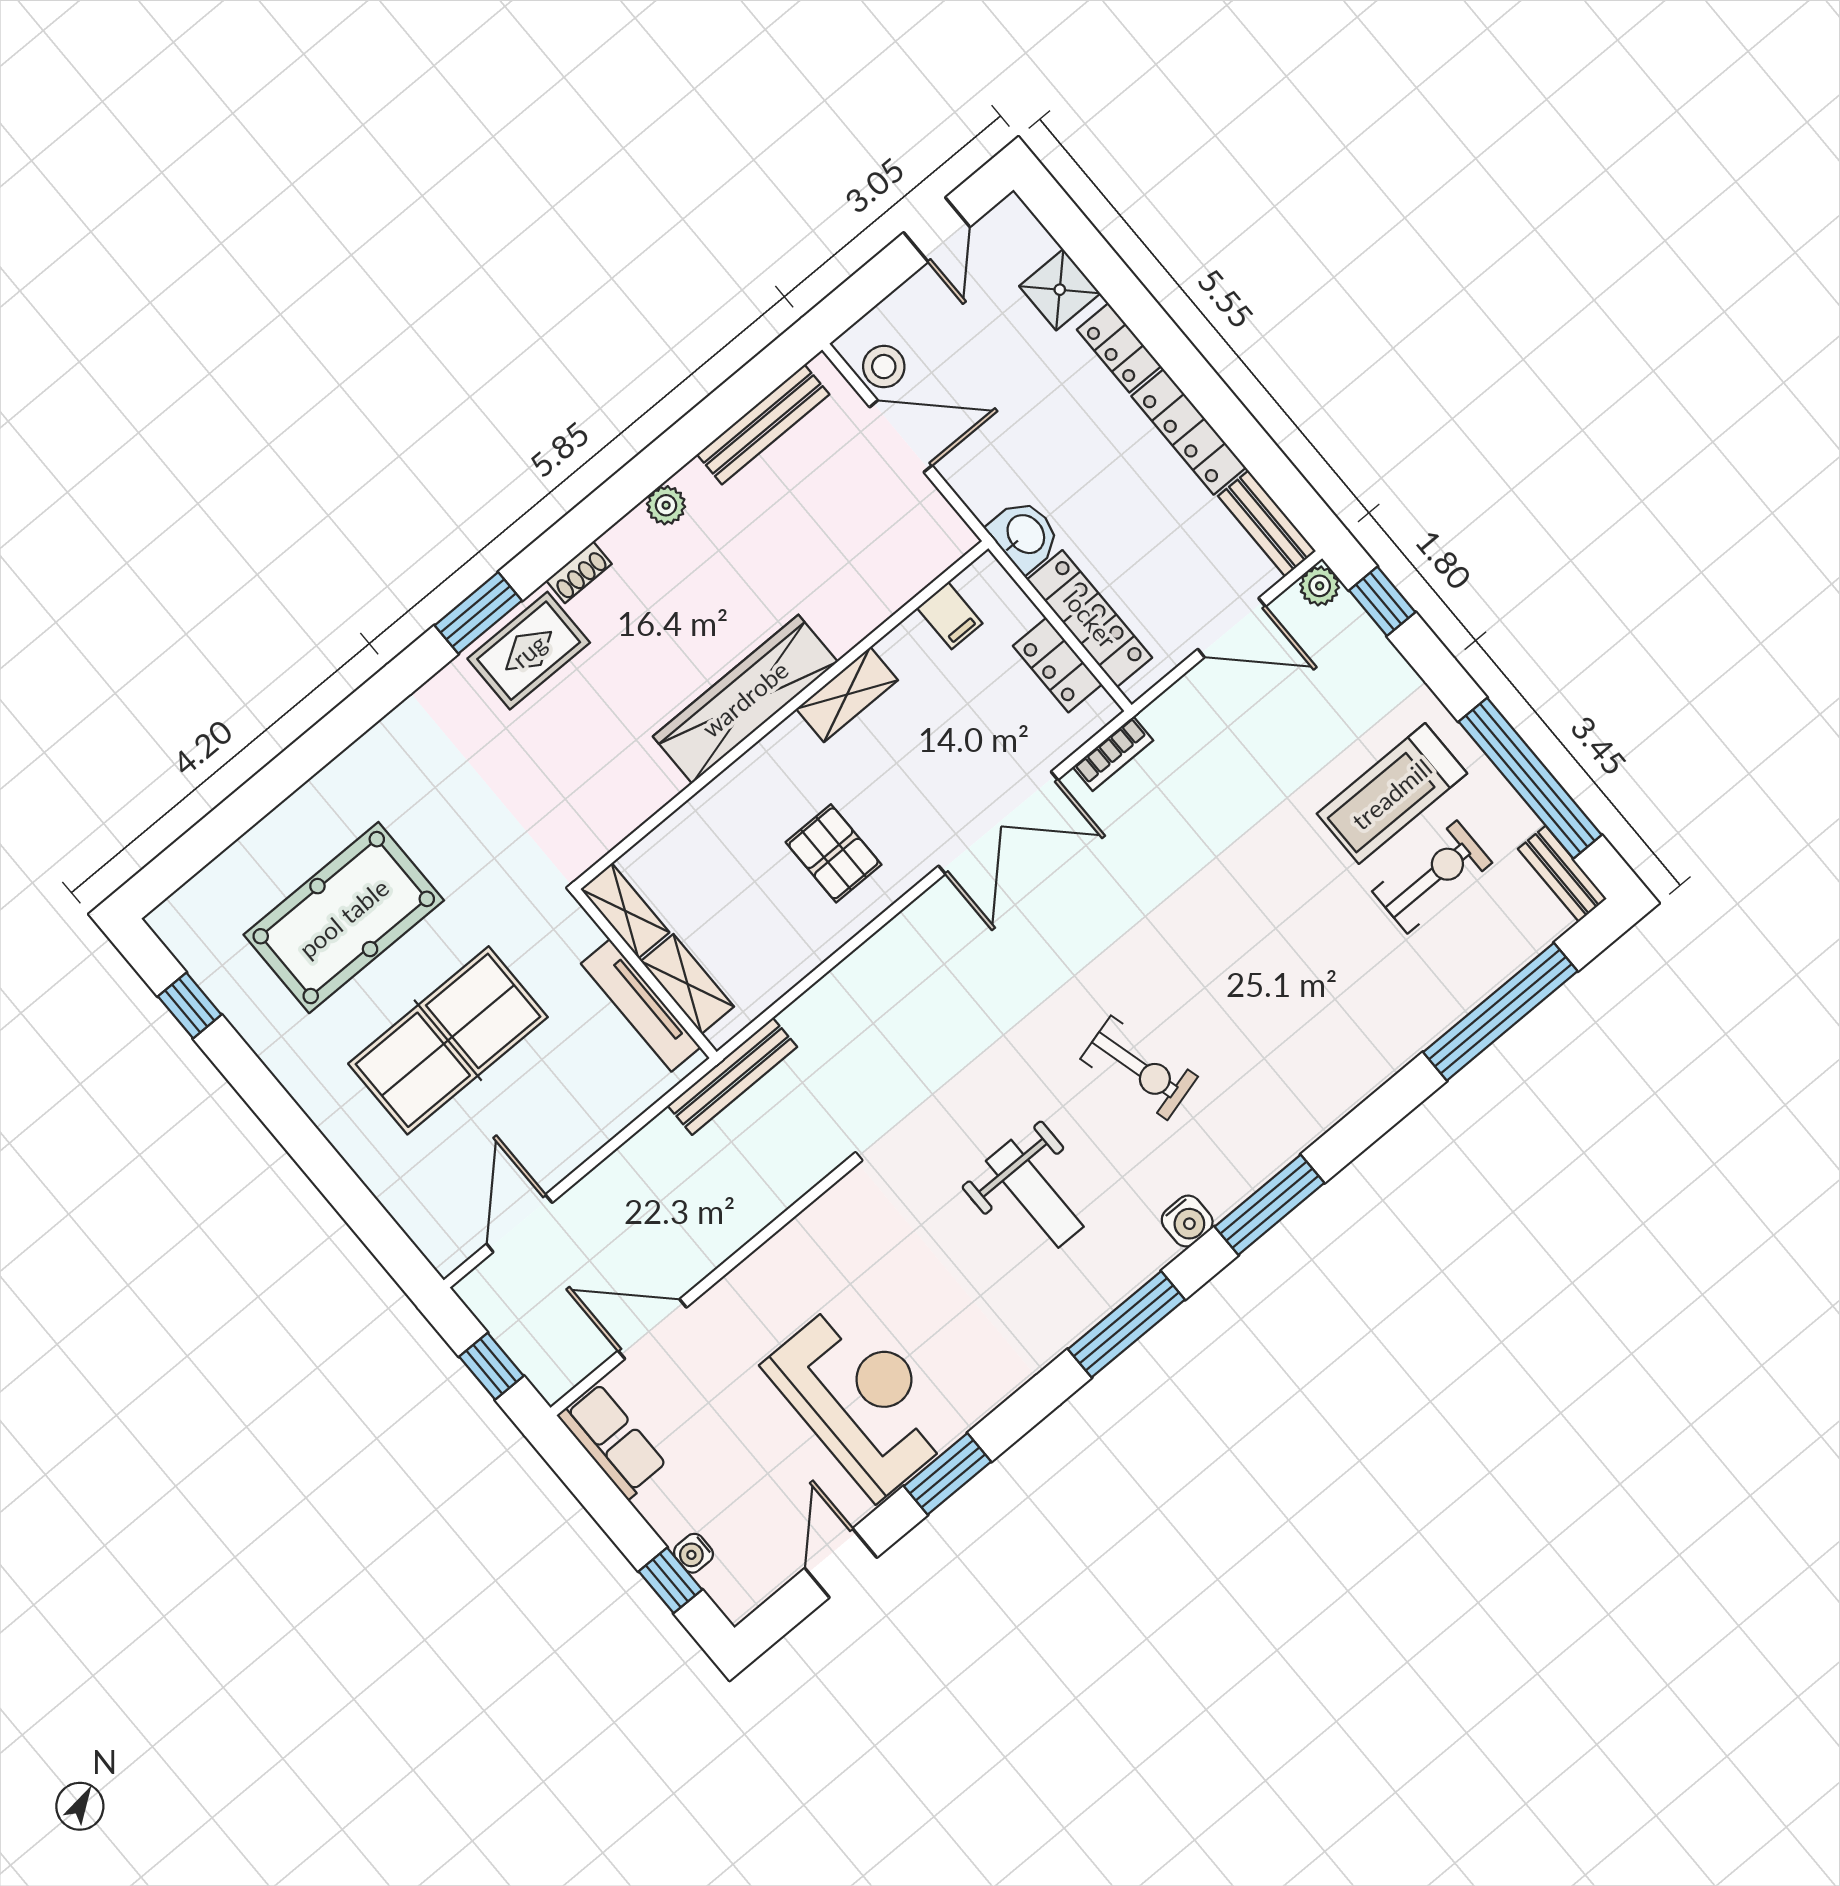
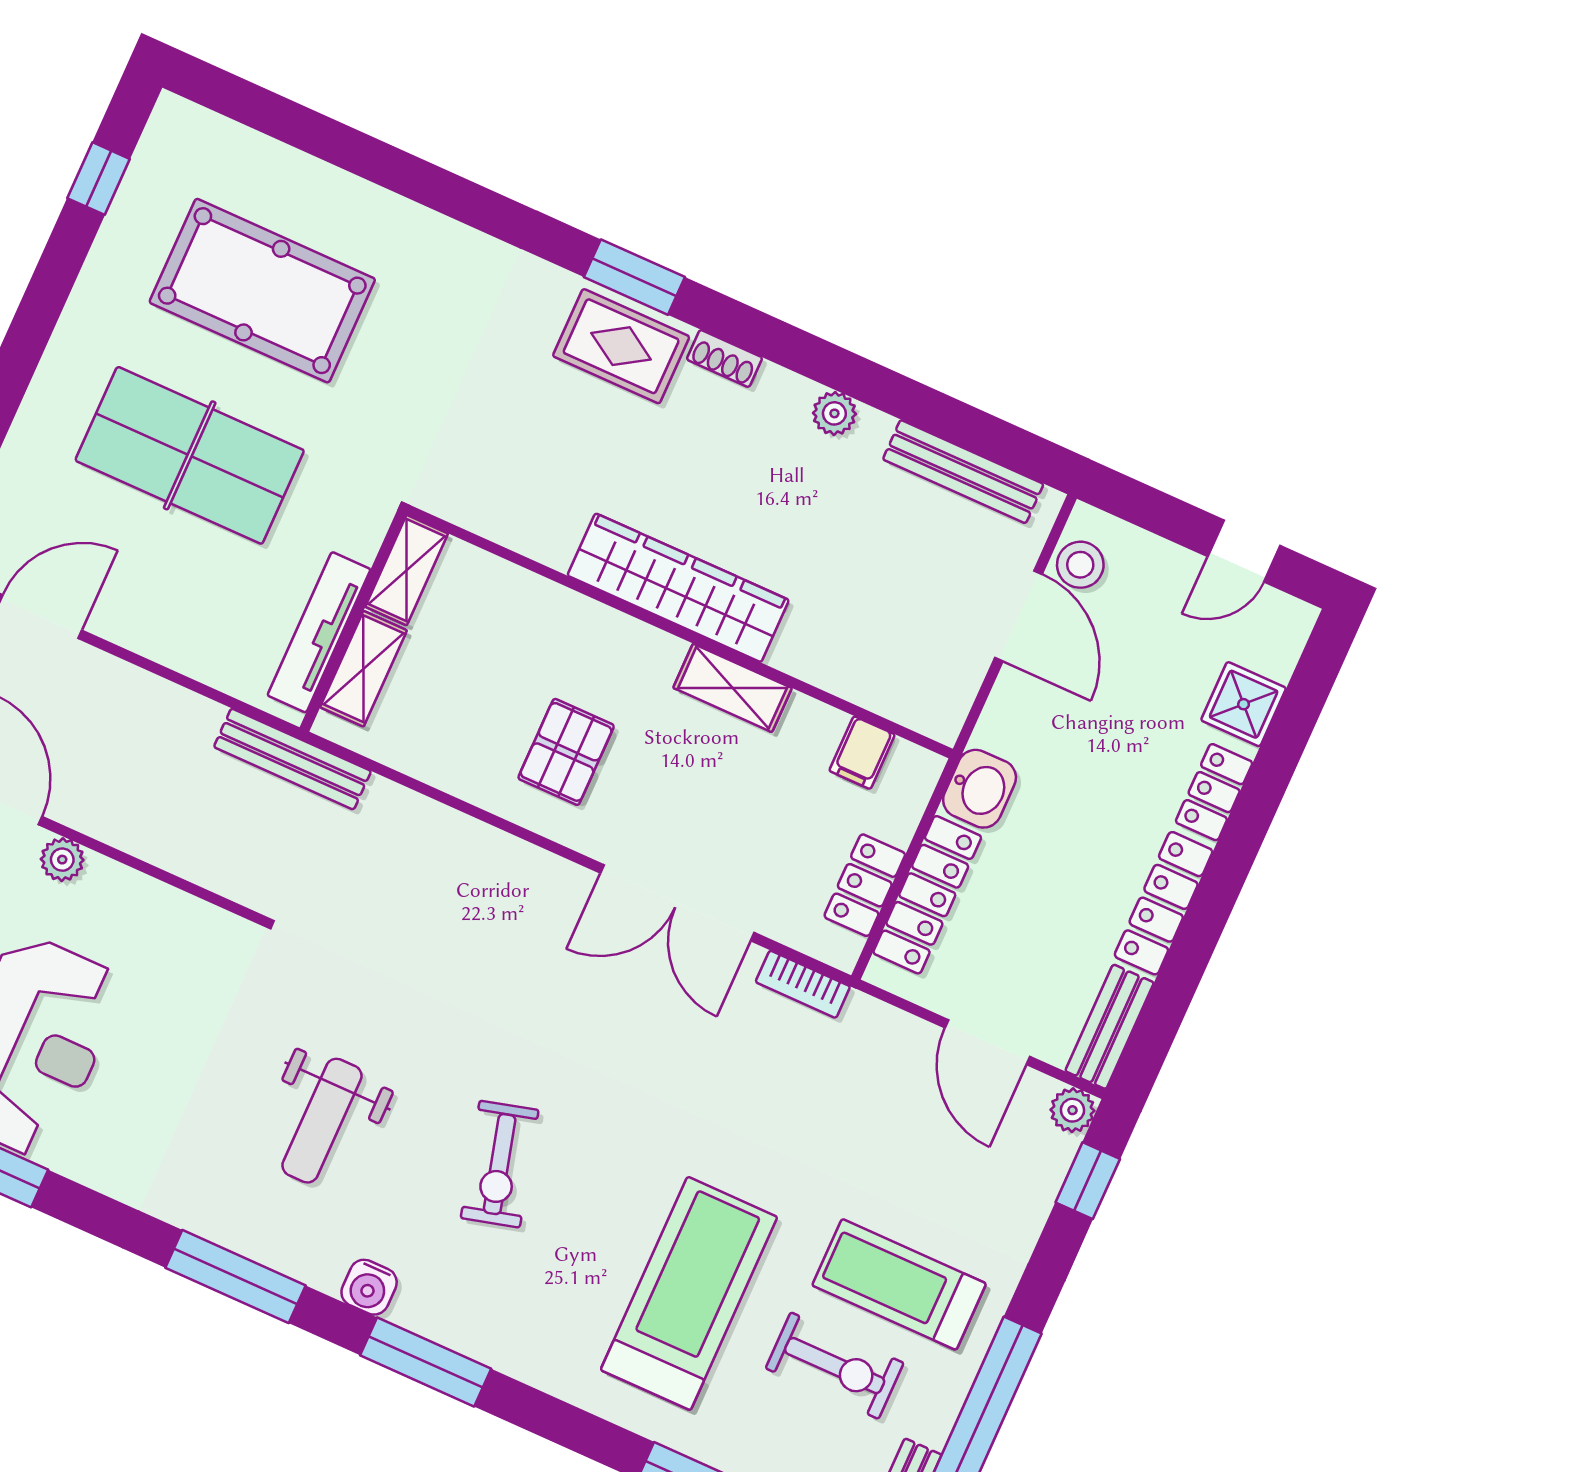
treadmill: (1317, 966) -> (689, 1293), added
plant: (723, 1301) -> (62, 860), added

